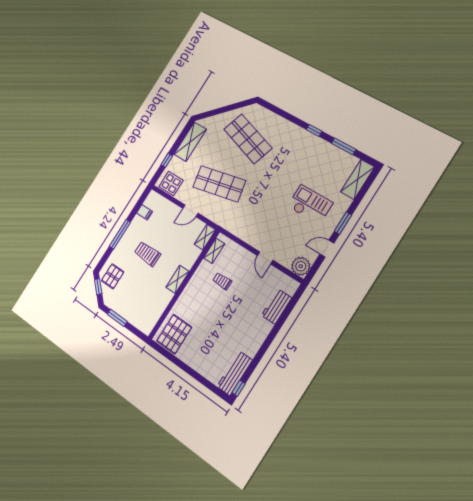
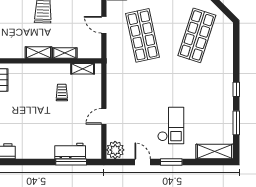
shelving: (205, 237) -> (65, 53), moved
window: (287, 312) -> (71, 162), added

